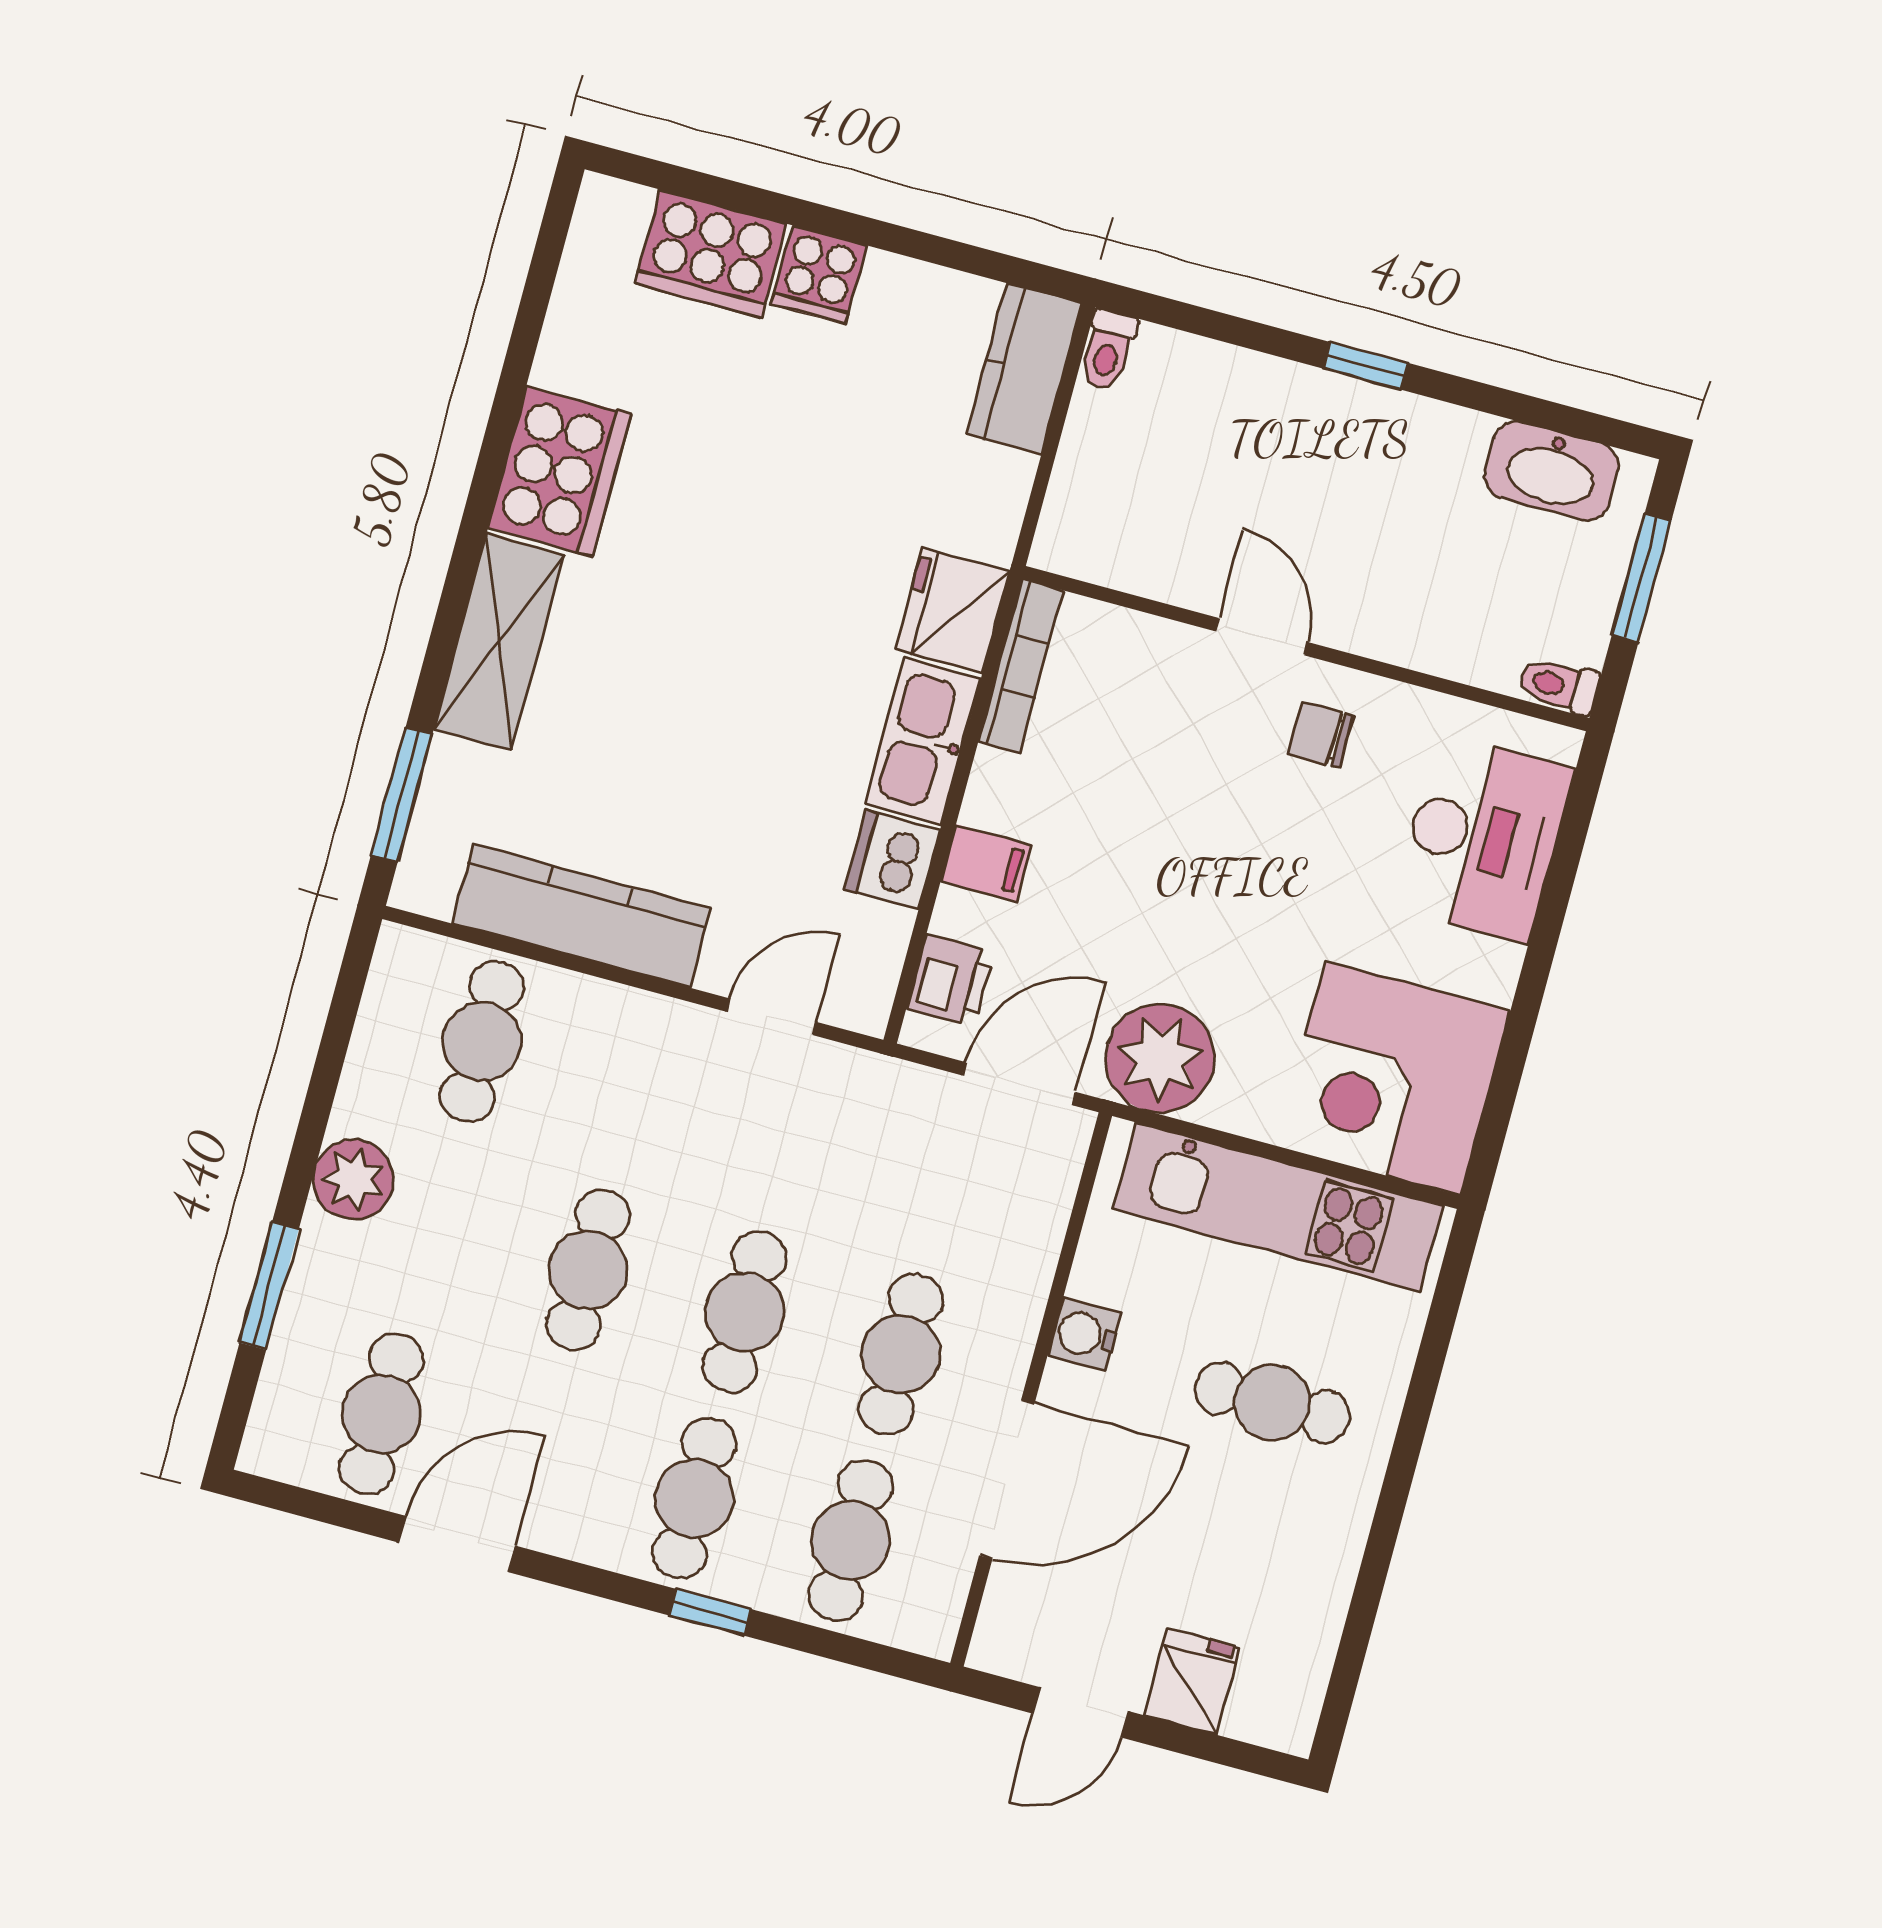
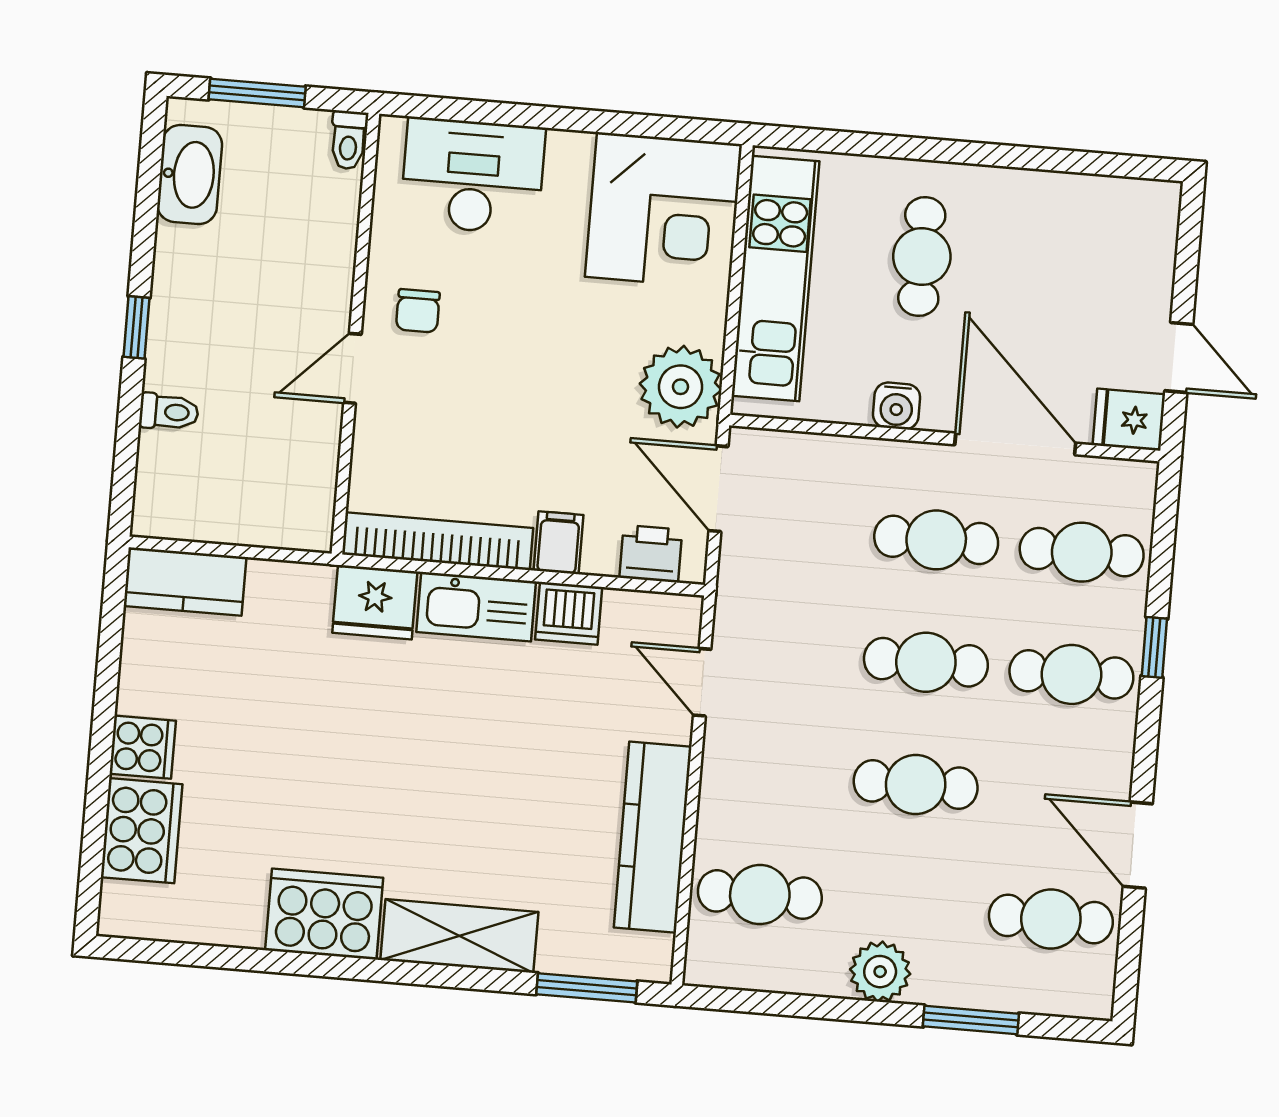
toilet: (1108, 350) -> (169, 412), moved
bookcase: (1021, 666) -> (438, 541), width x1.48, depth x1.31
fridge: (1192, 1682) -> (1129, 420), moved

